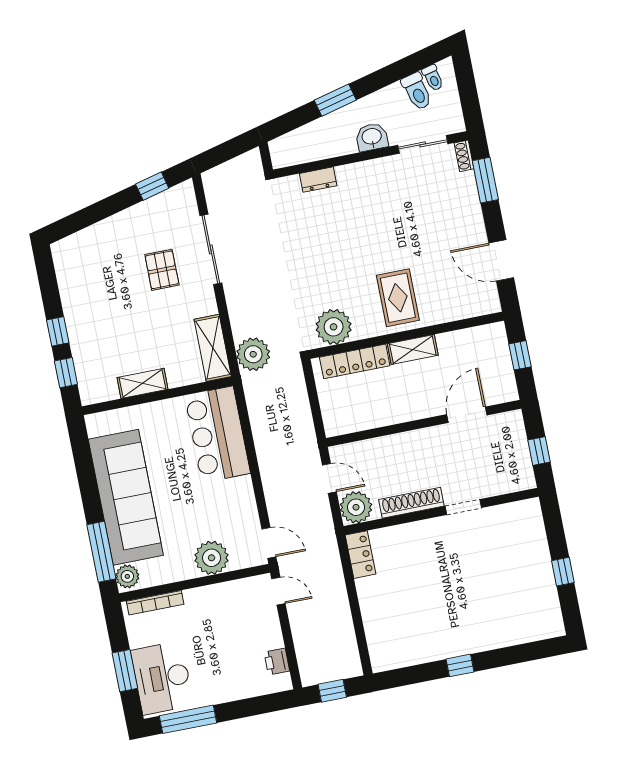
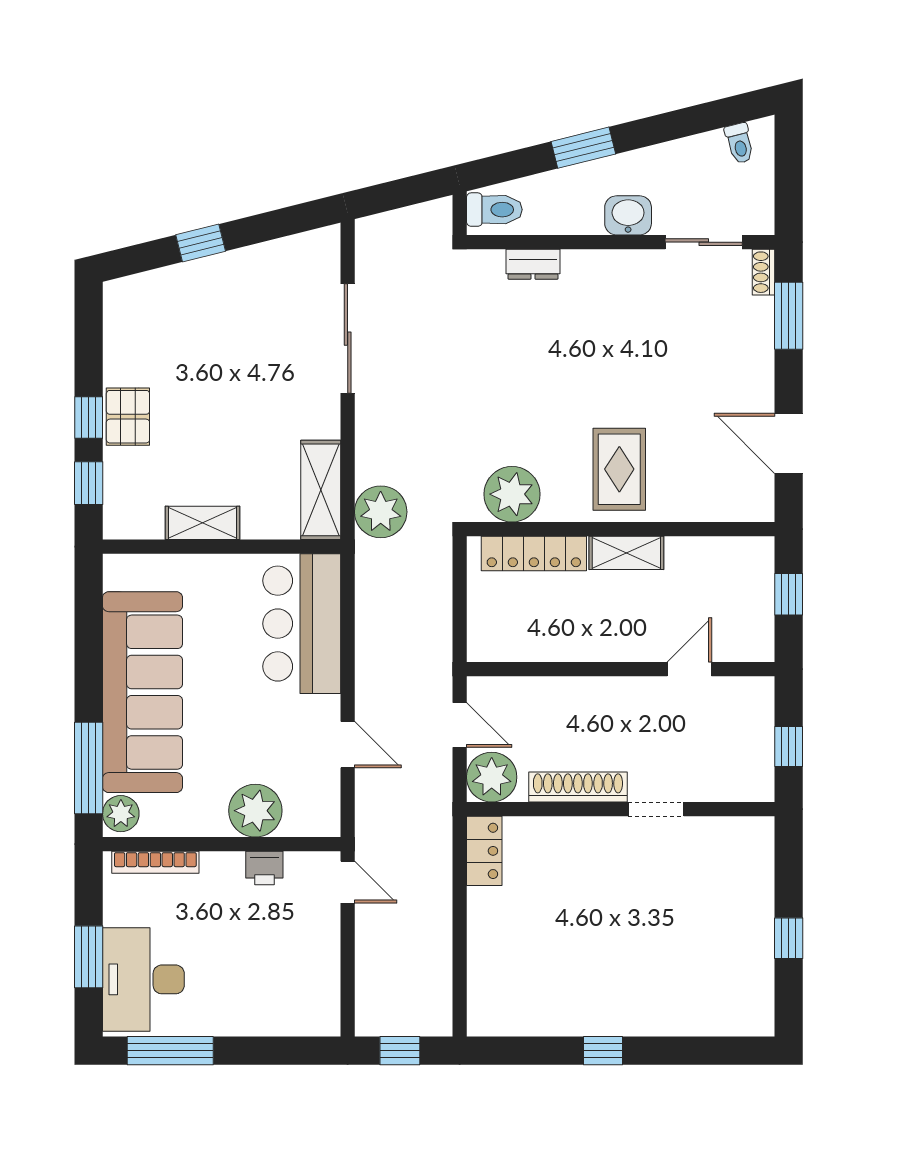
toilet: (417, 91) -> (494, 210), moved, turned -76
window: (152, 186) -> (201, 243), moved
pallet: (162, 270) -> (128, 417), moved
door: (467, 415) -> (689, 669), width x0.73
door: (269, 543) -> (348, 745), moved
printer: (277, 662) -> (264, 868), moved, turned -90

